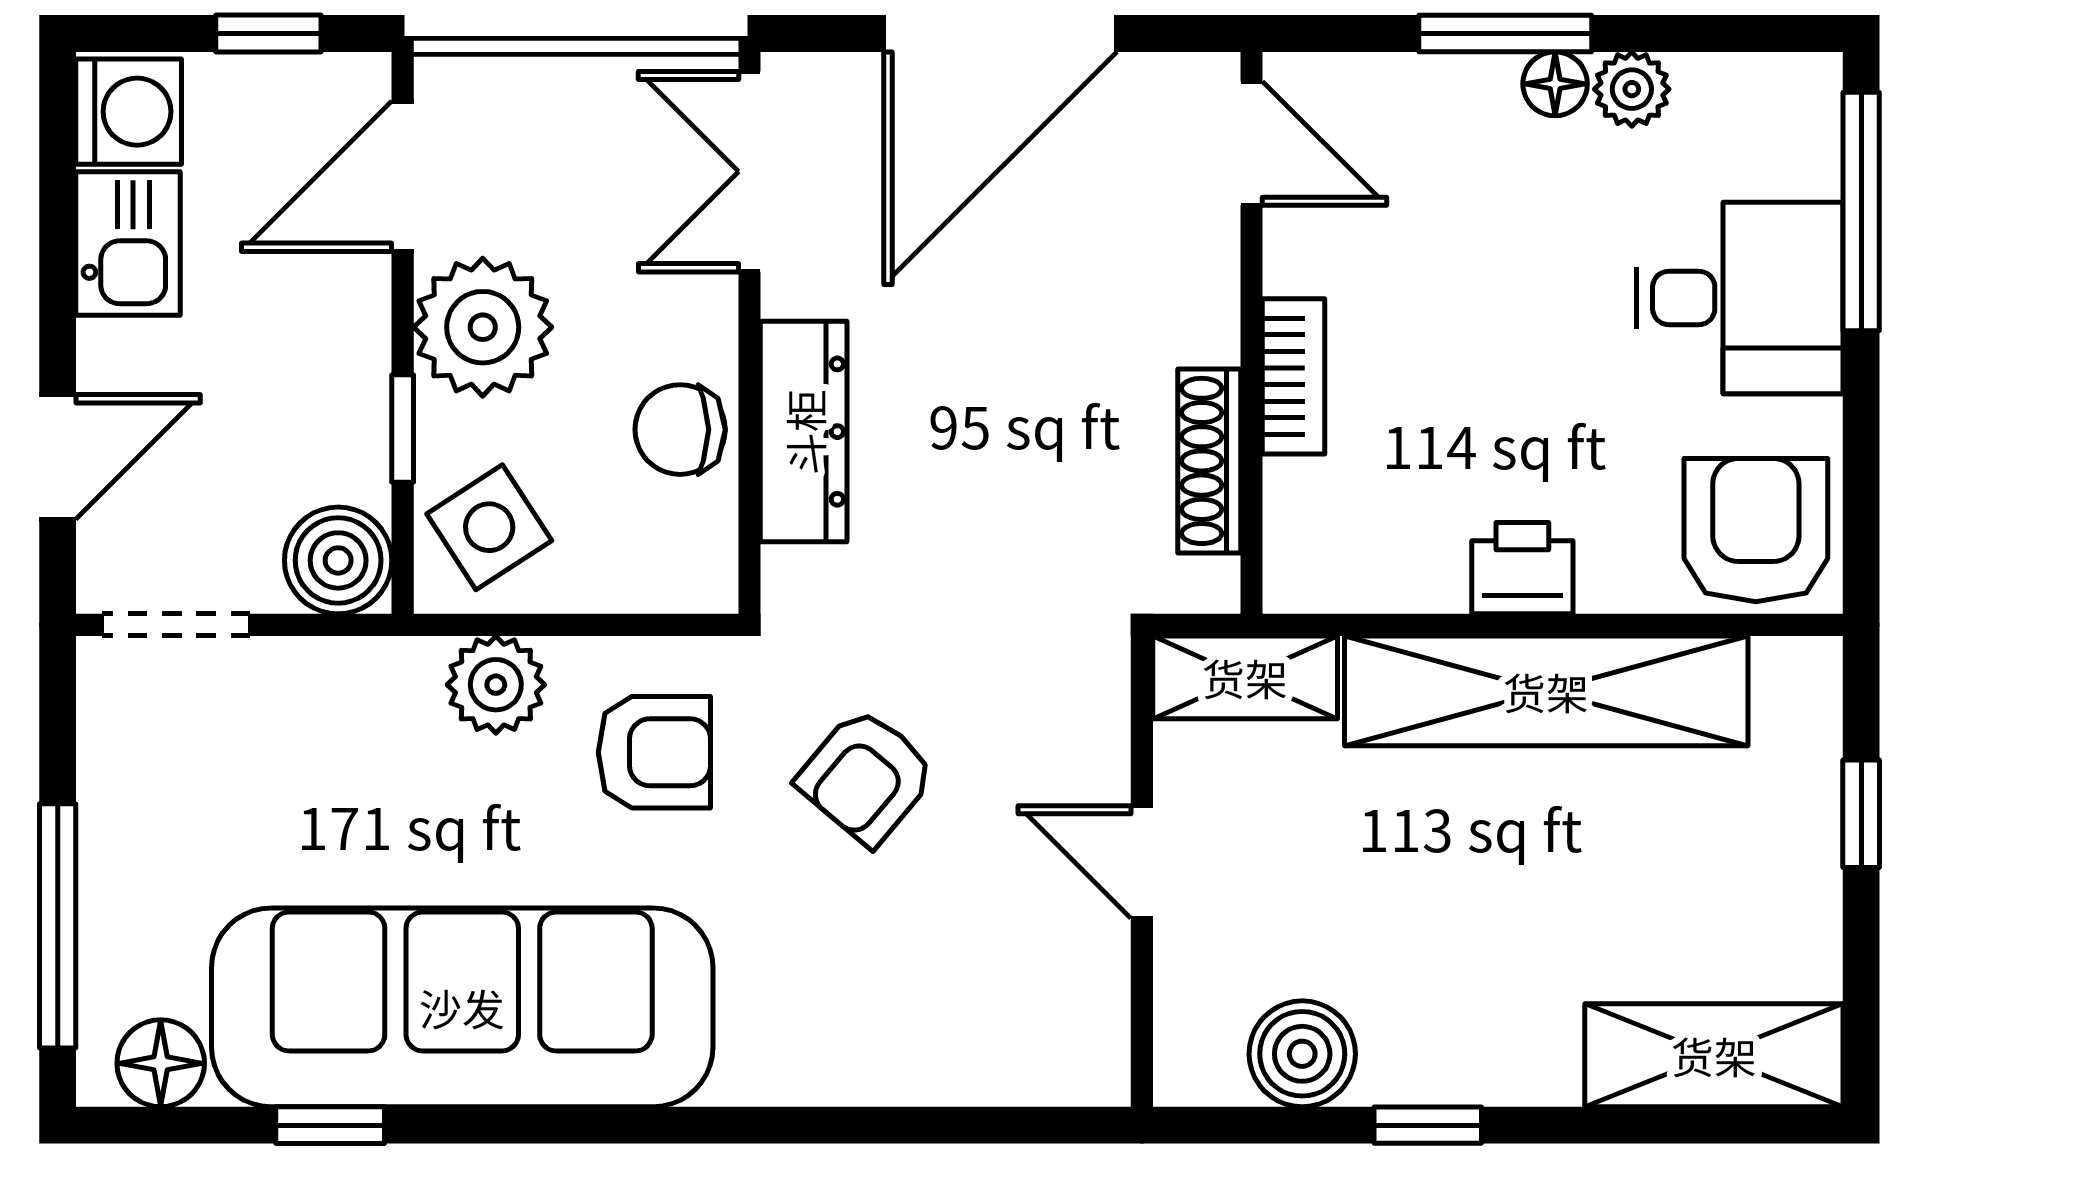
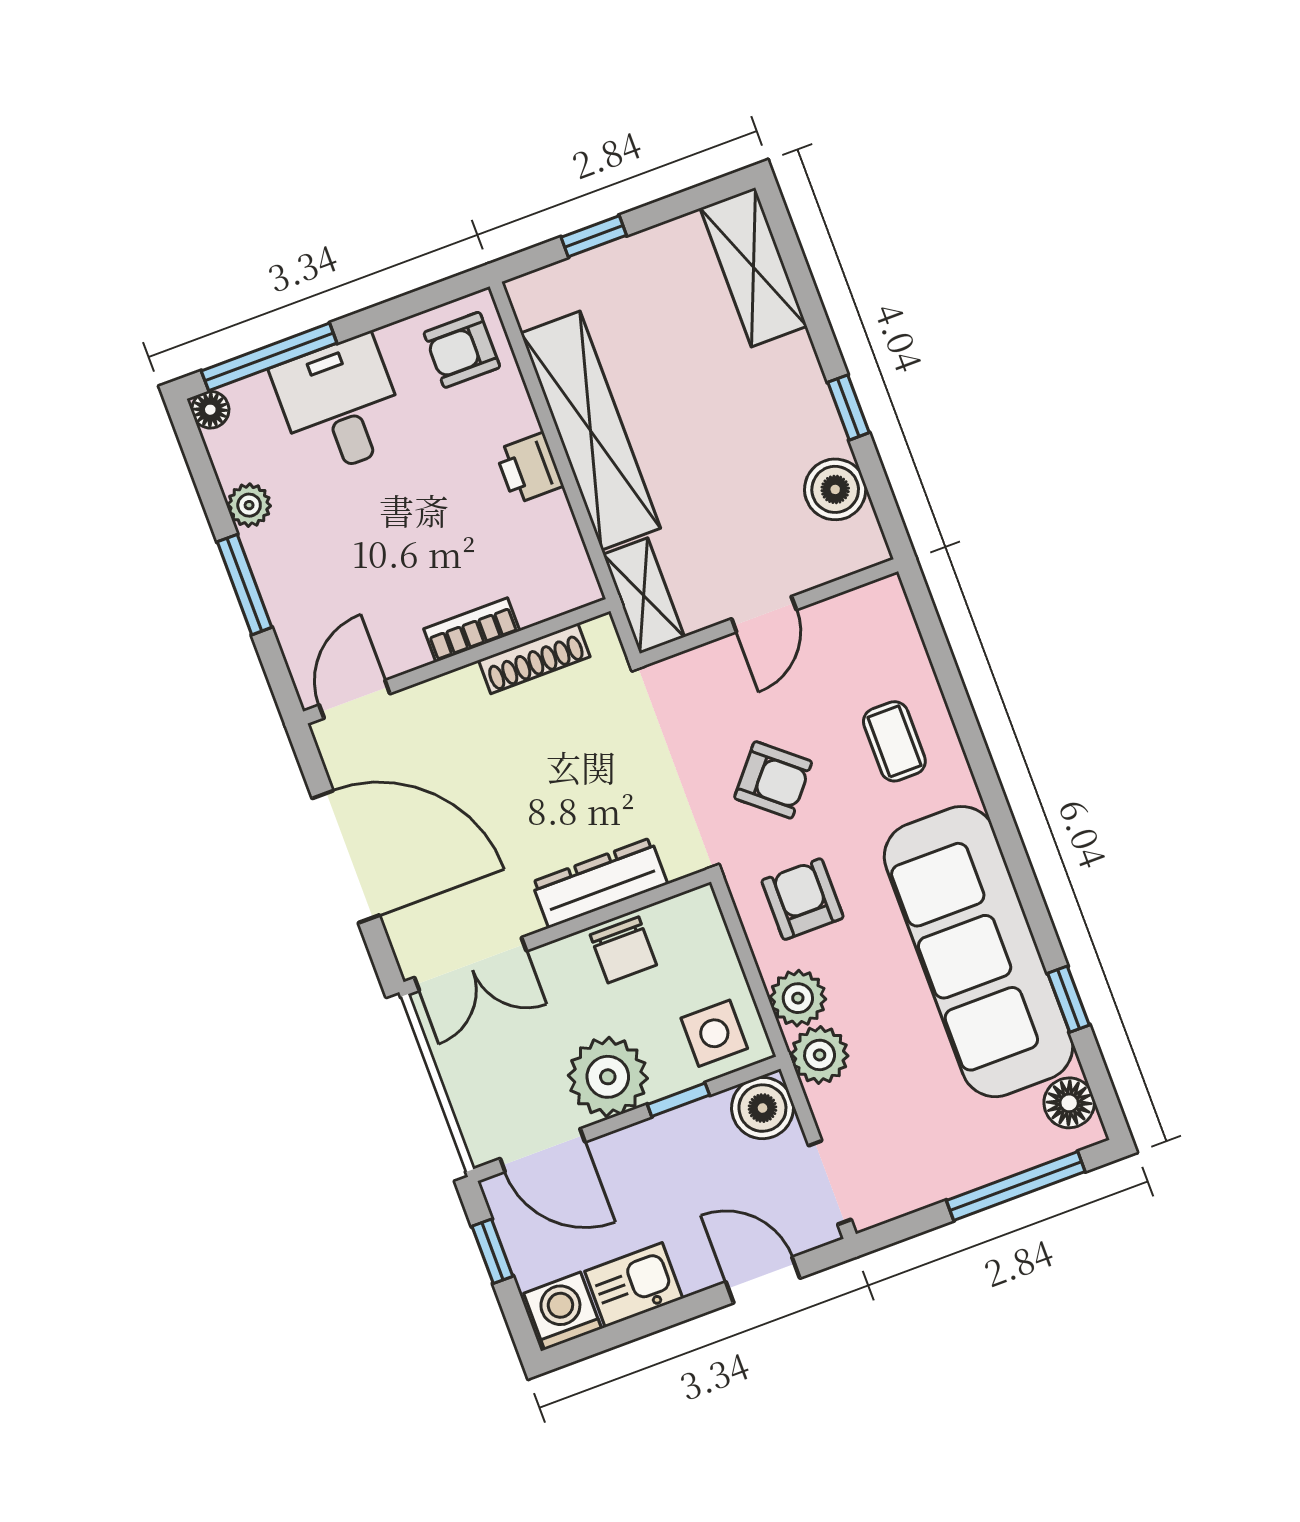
floor lamp: (1555, 84) -> (210, 410), moved
side table: (489, 527) -> (714, 1033), turned 33
armchair: (1756, 530) -> (462, 350), width x0.72, depth x0.72
plant: (390, 686) -> (820, 1055), added
coffee table: (856, 998) -> (894, 741), added

